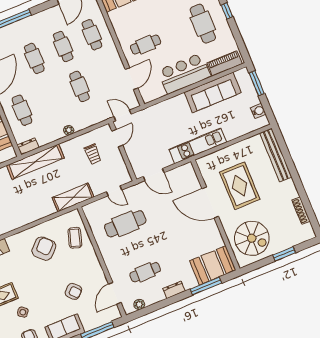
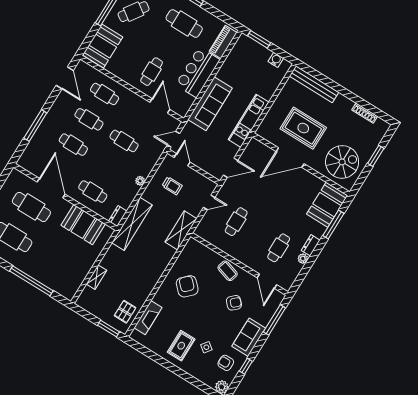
sofa: (213, 92) -> (210, 104), moved
cafe table: (125, 224) -> (236, 222), width x0.73, depth x0.74
coffee table: (75, 238) -> (228, 271), moved
plant: (139, 304) -> (303, 259), moved

